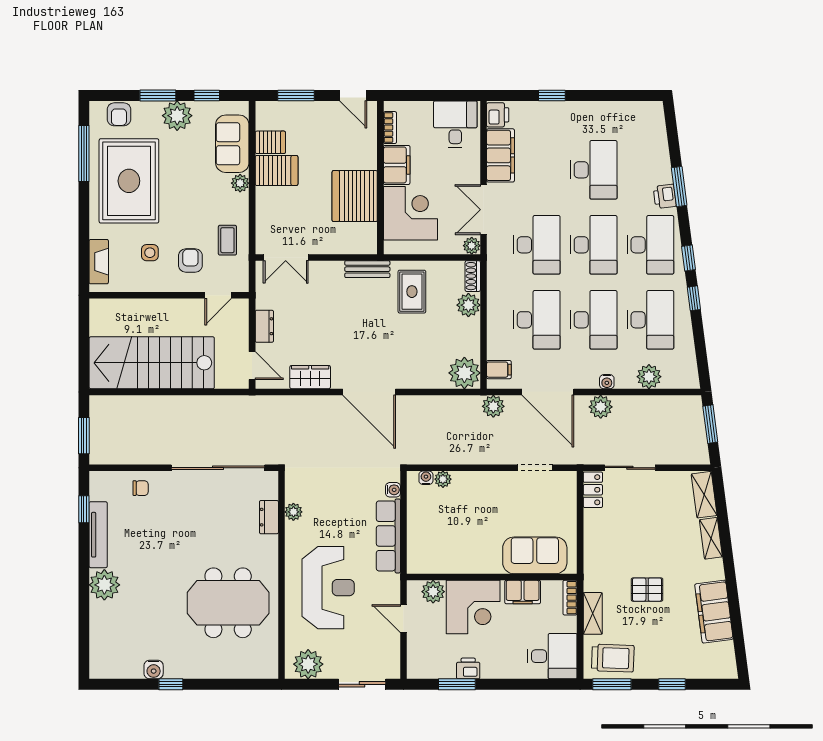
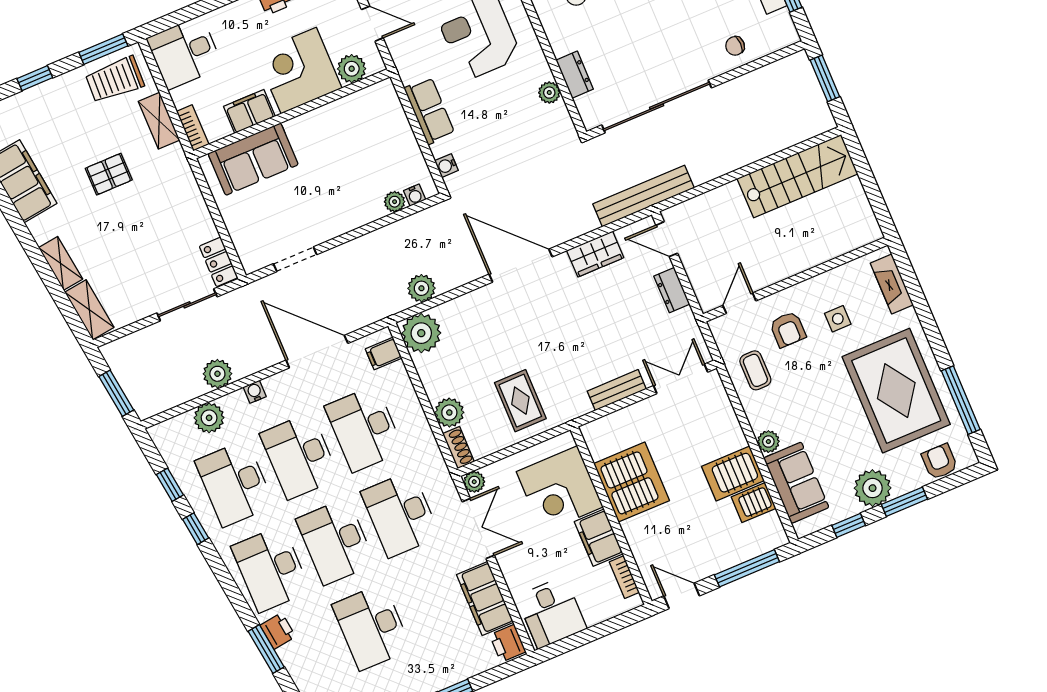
window: (296, 95) -> (747, 568), width x1.44
window: (689, 258) -> (170, 485), moved
bench: (367, 269) -> (617, 390), moved
stairs: (152, 363) -> (797, 176), width x0.73, depth x0.66
bench: (256, 405) -> (644, 196), added
plant: (493, 406) -> (421, 288), moved
plant: (601, 407) -> (217, 374), moved
row of seats: (388, 536) -> (429, 111), width x0.68

